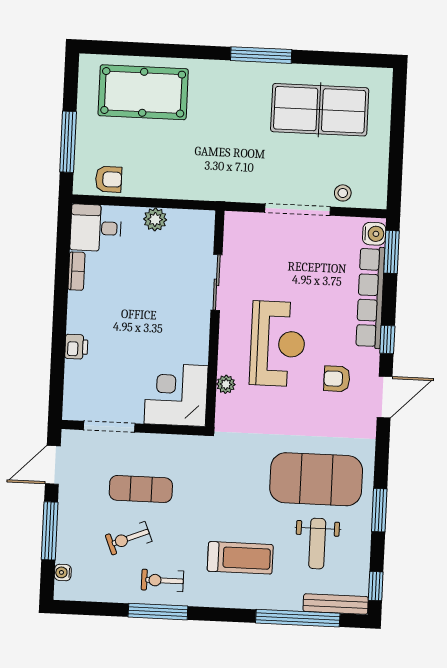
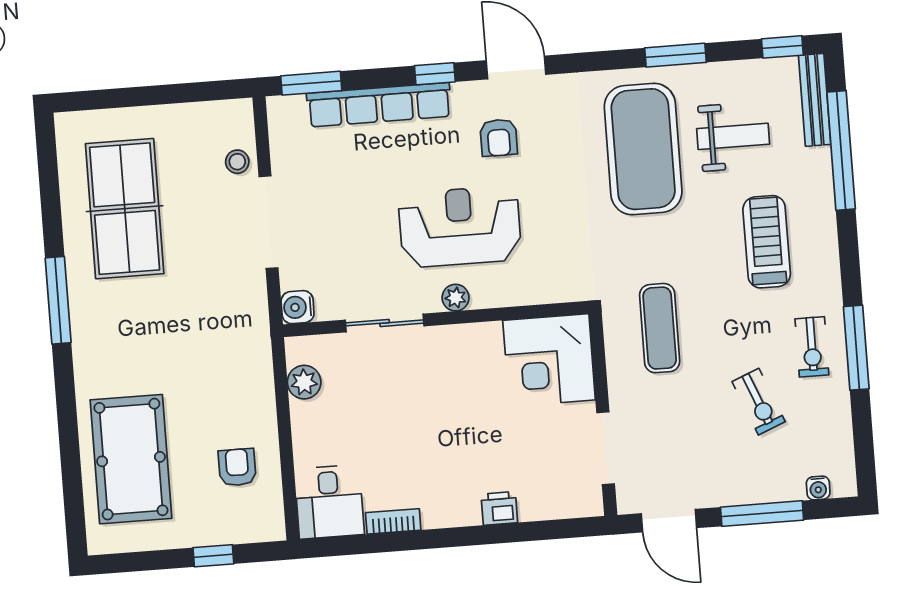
window: (68, 142) -> (213, 556), width x0.46
armchair: (109, 179) -> (237, 467), moved
plant: (155, 219) -> (304, 382), moved
water cooler: (374, 234) -> (298, 307), moved, turned -90
plant: (226, 384) -> (456, 298), moved
exercise mat: (141, 489) -> (660, 328), moved

